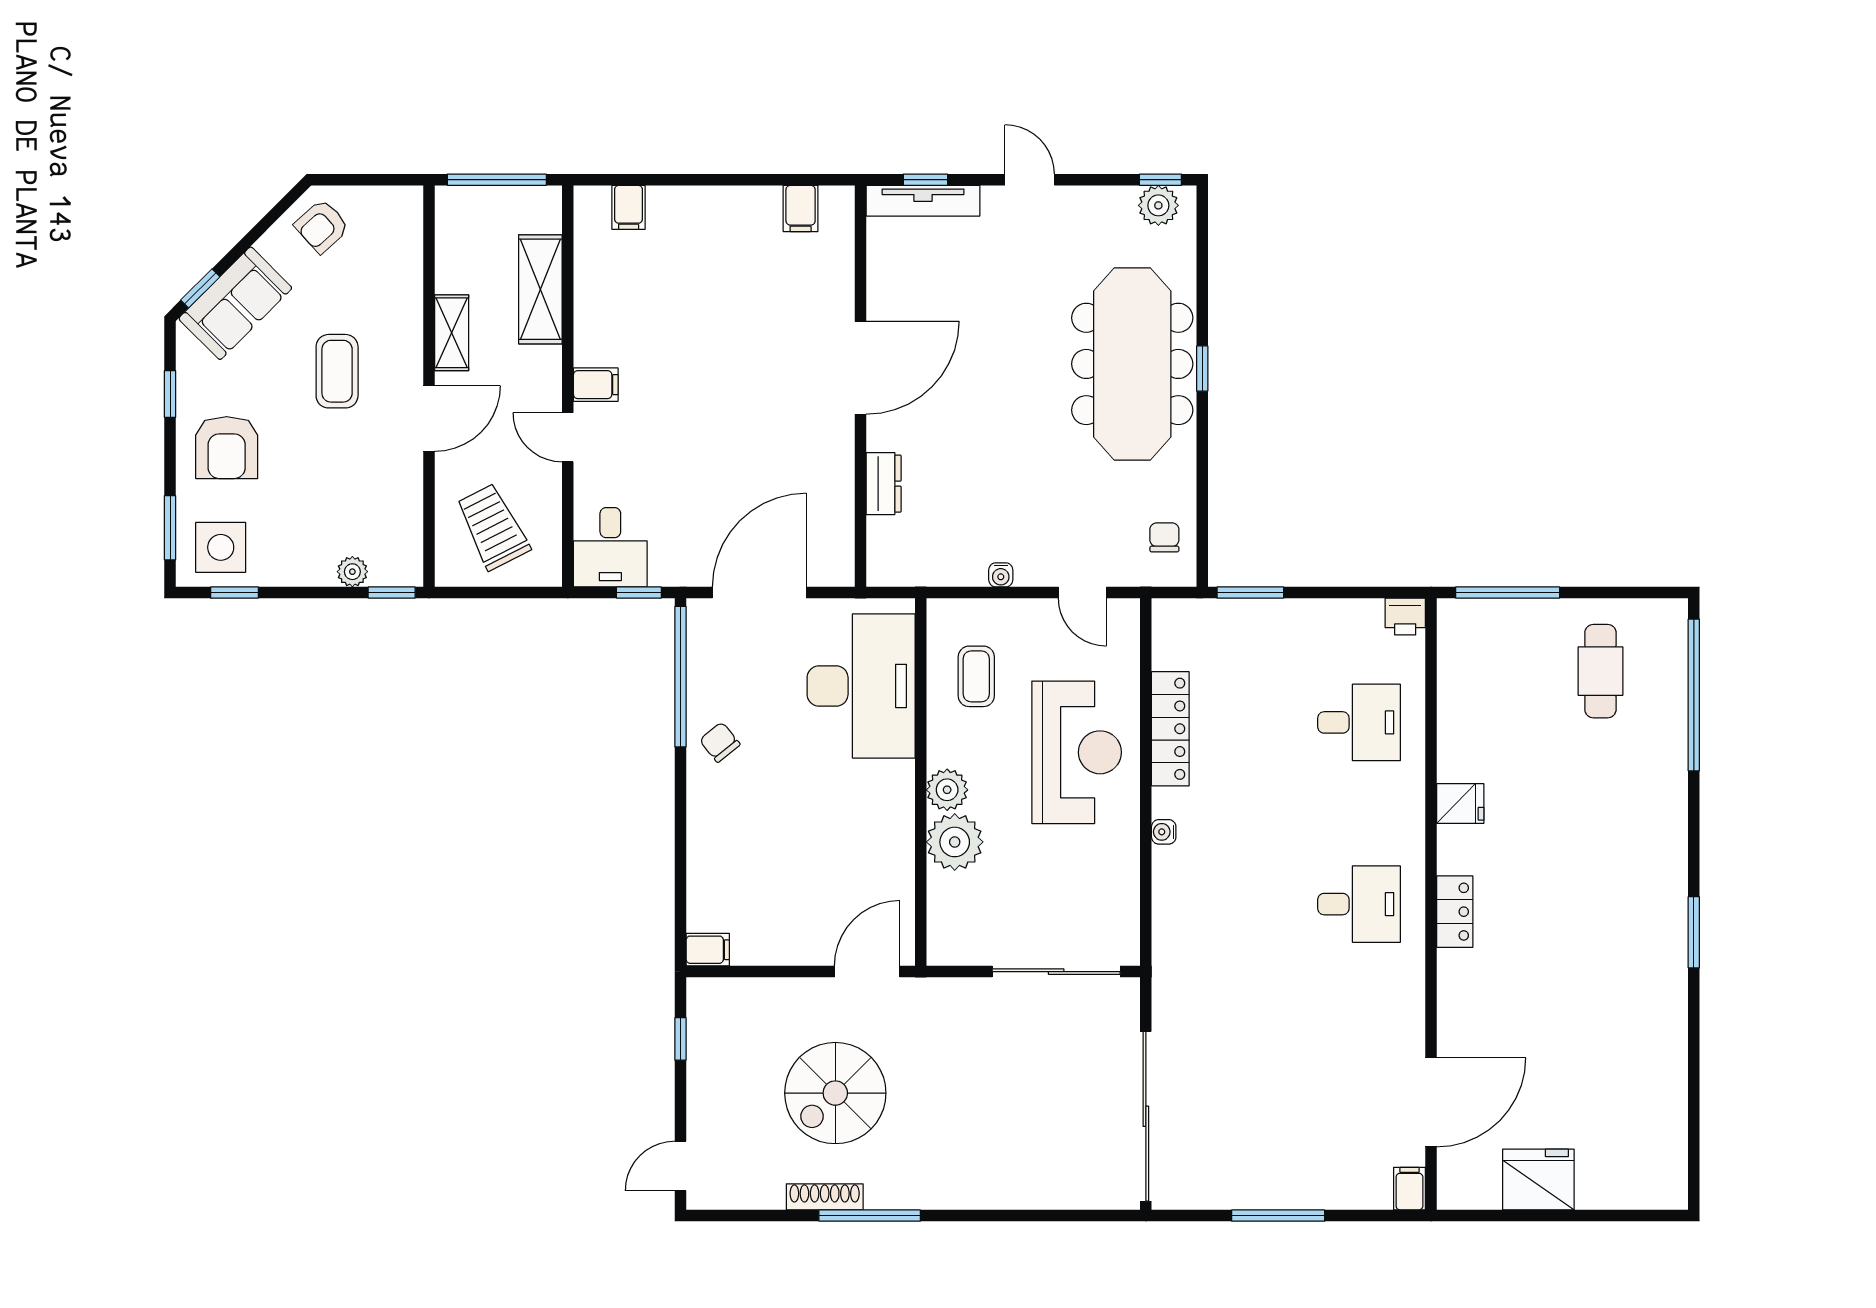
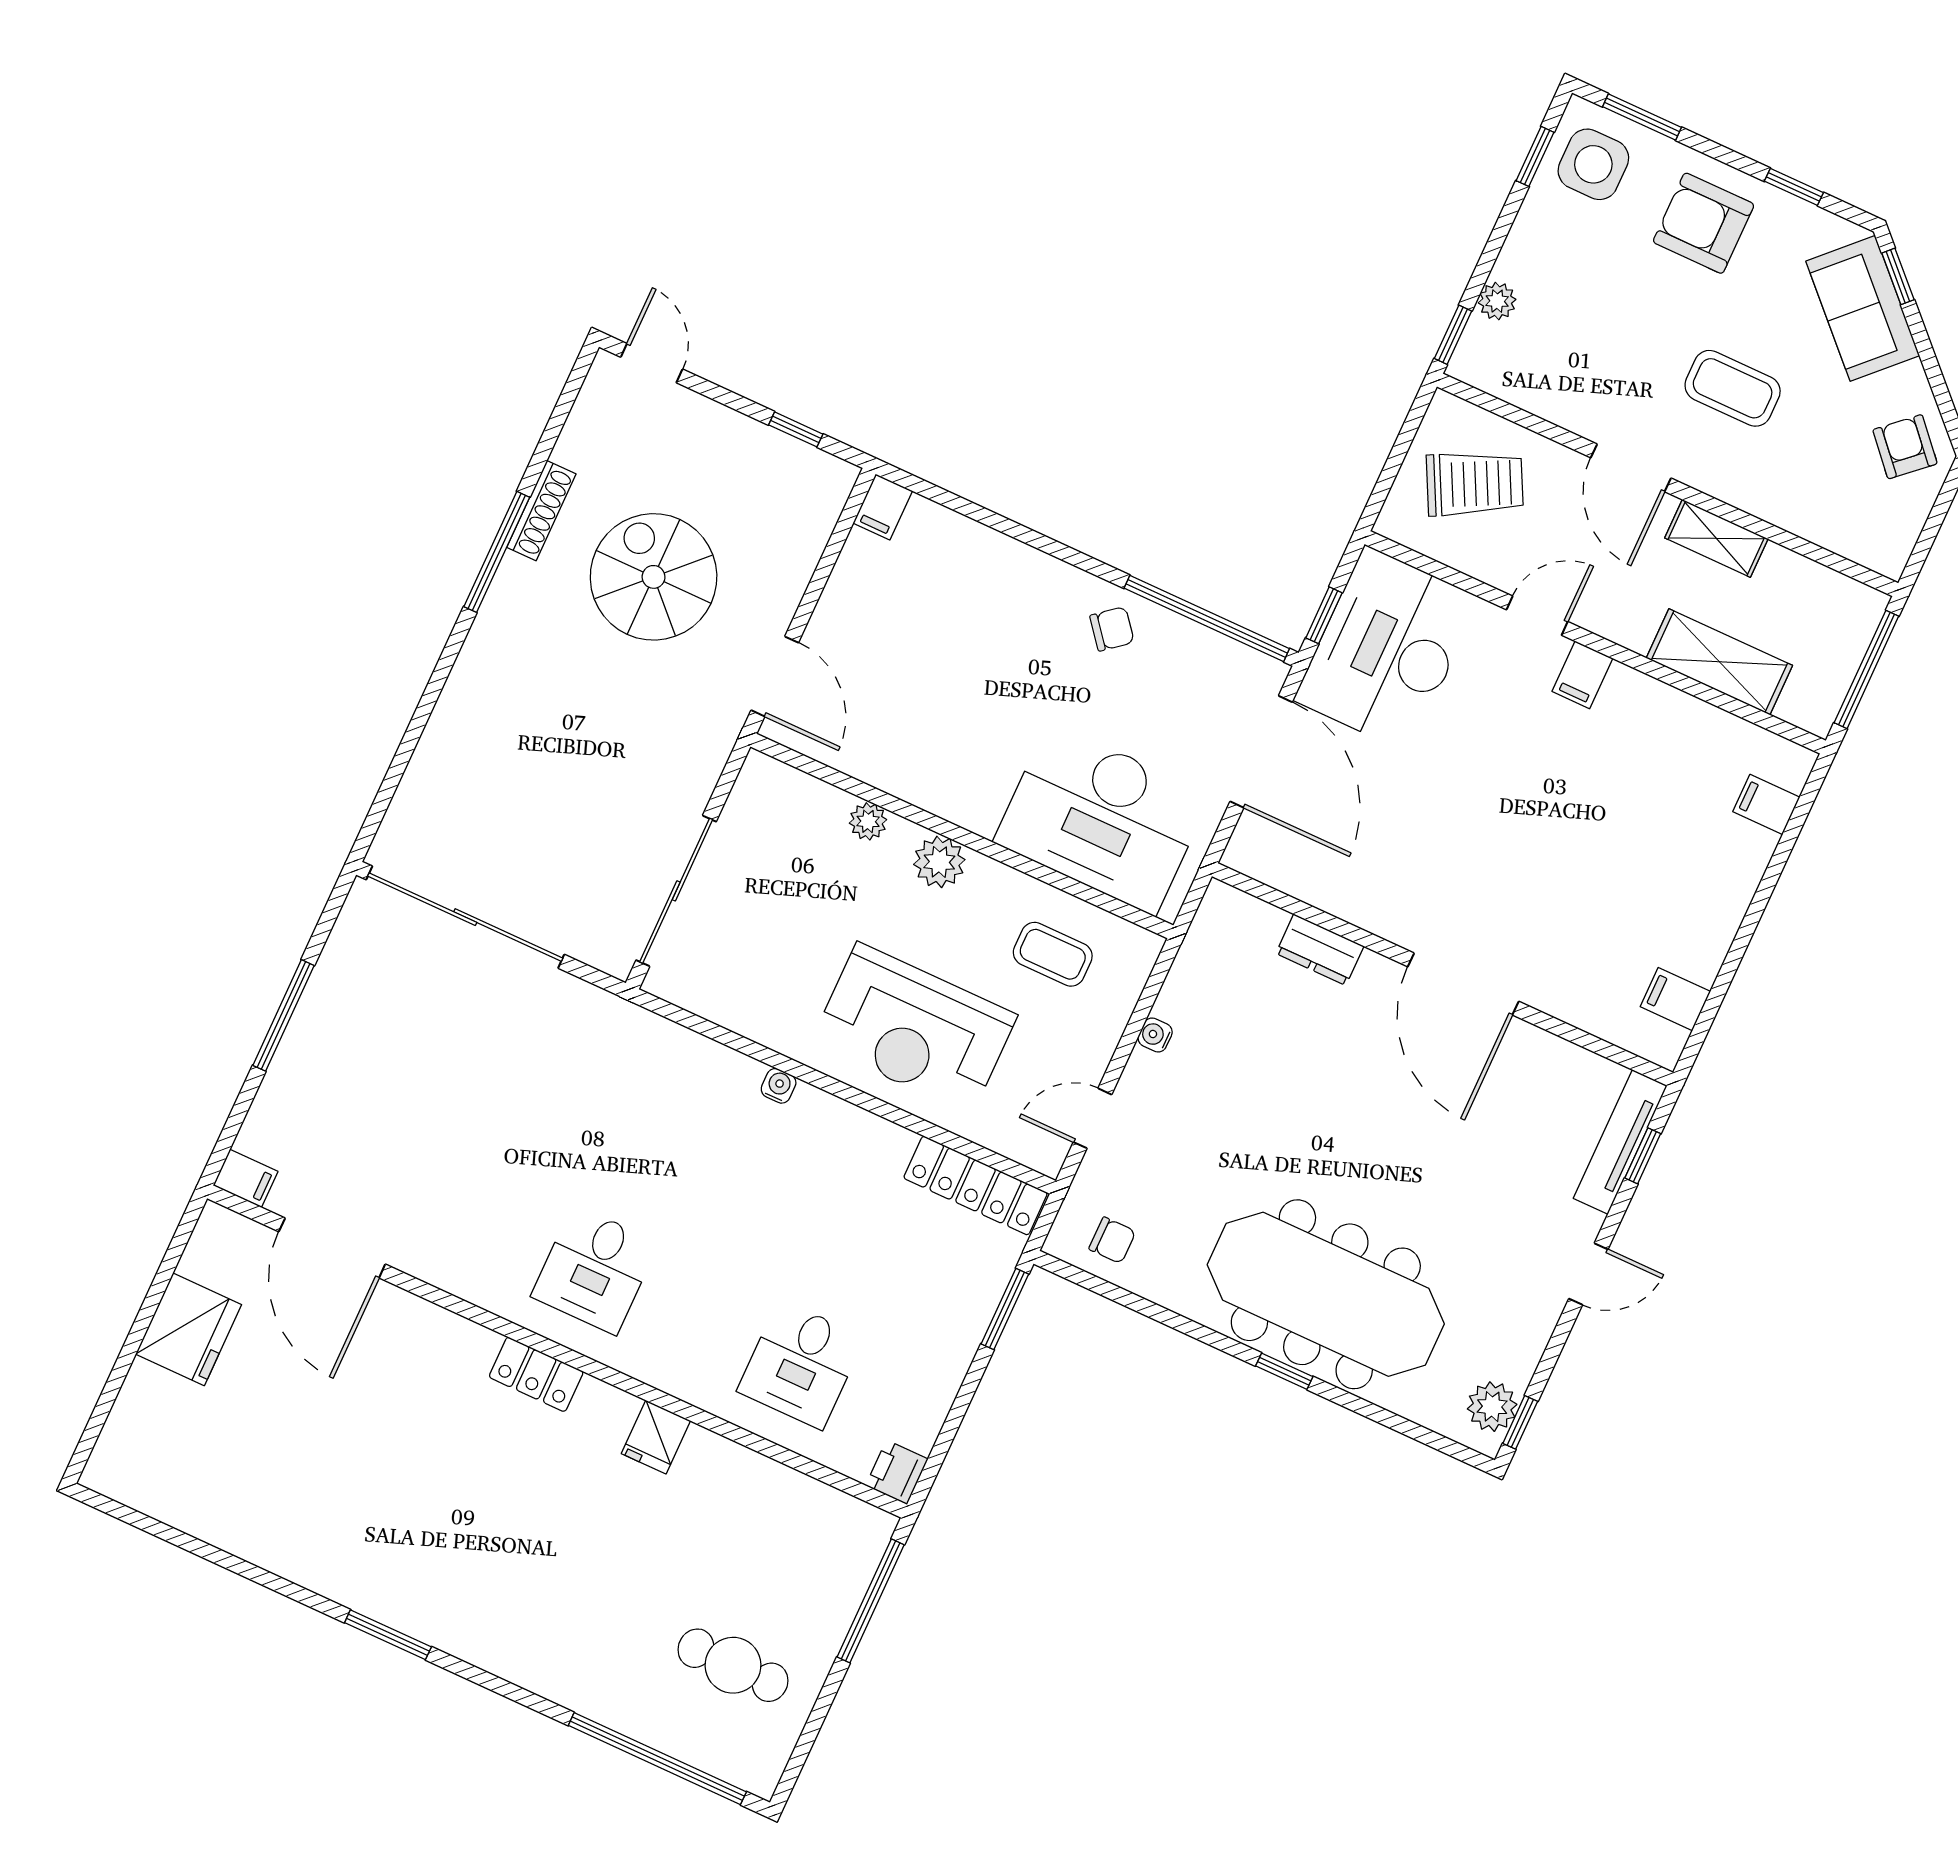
desk: (610, 547) -> (1387, 649), width x1.87, depth x1.30
locker: (1170, 729) -> (976, 1185), moved
plant: (955, 842) -> (868, 821), width x0.53, depth x0.53

